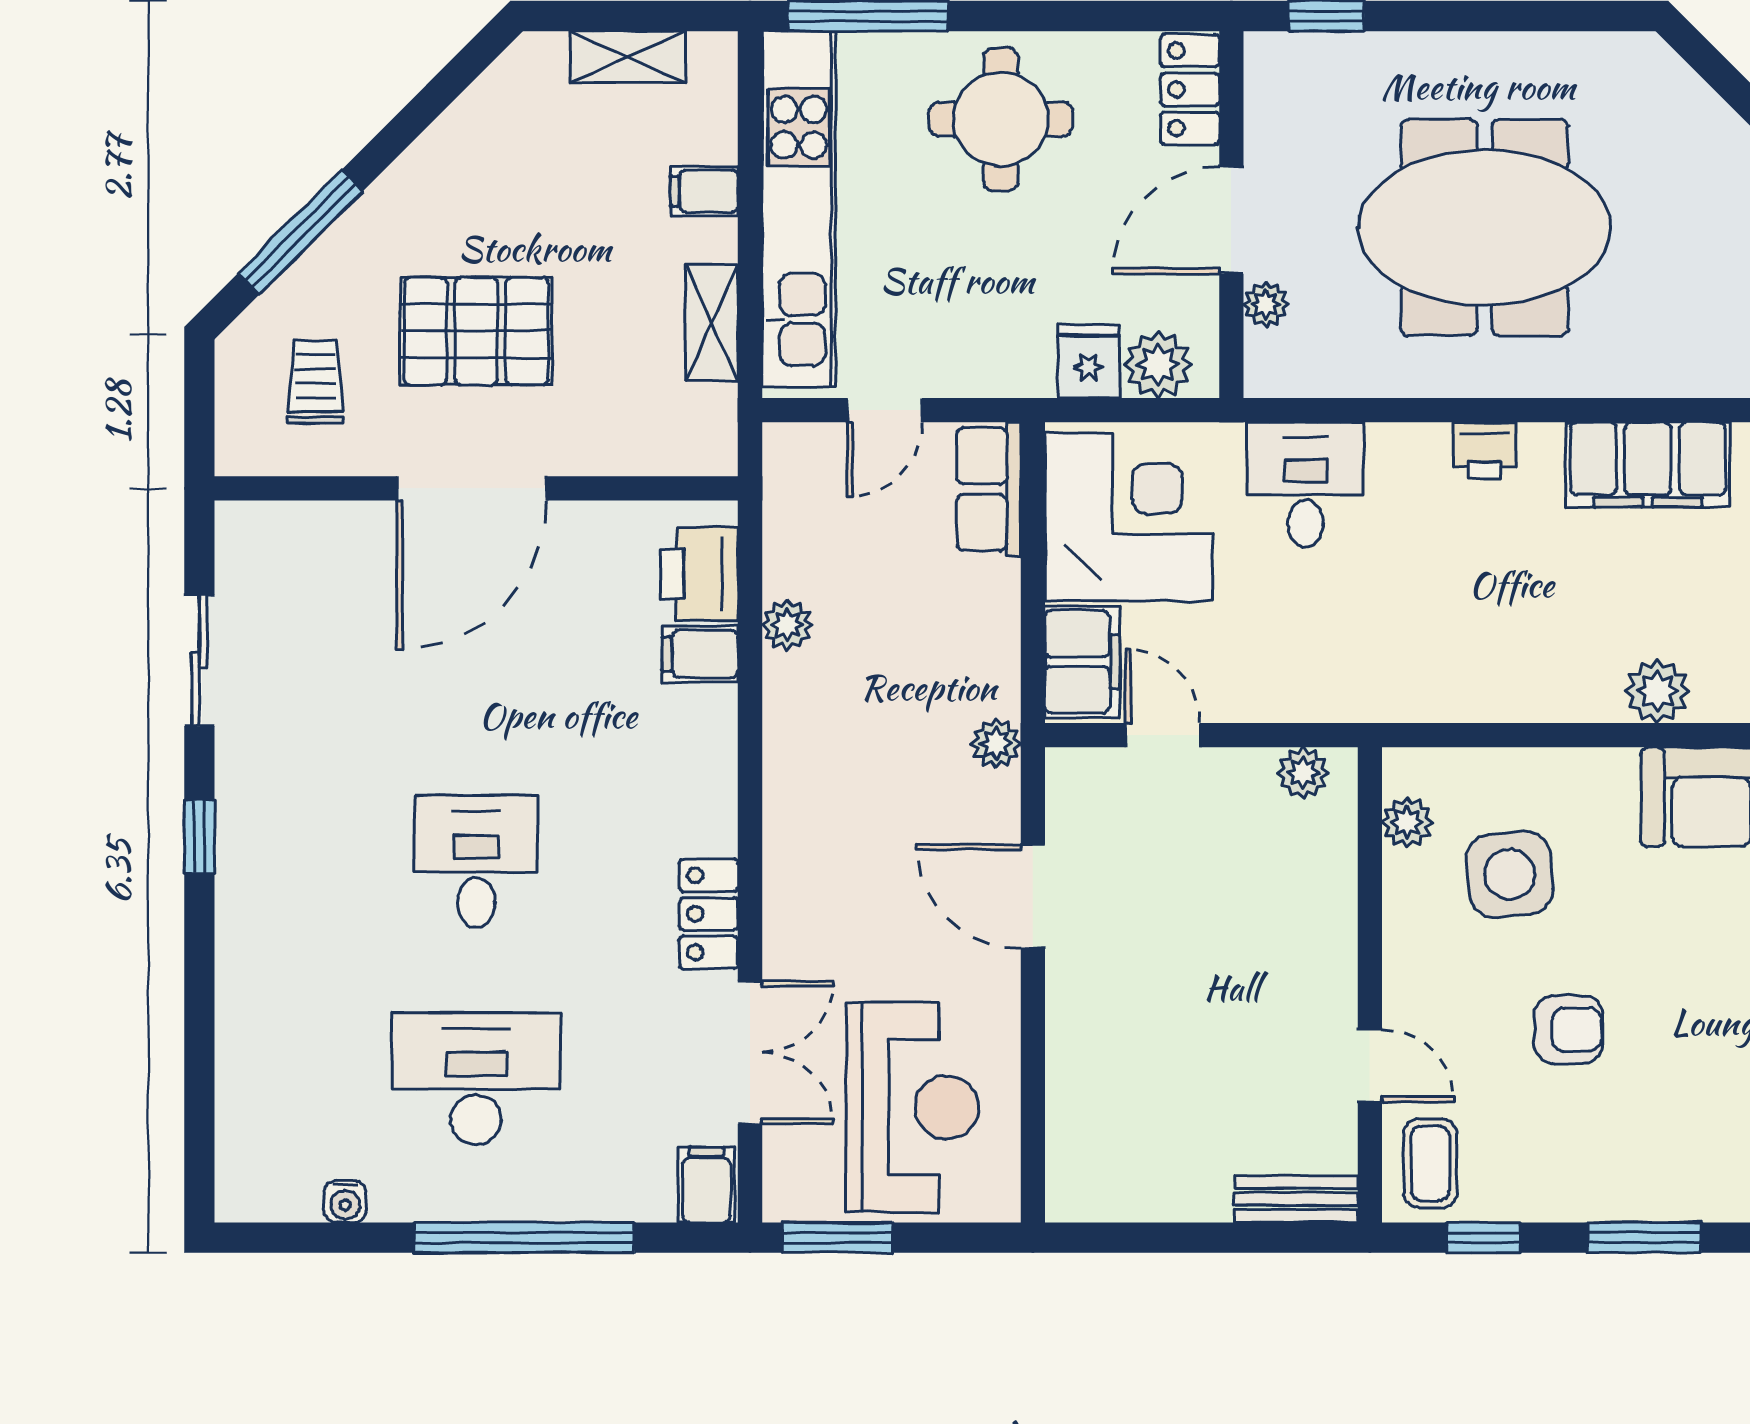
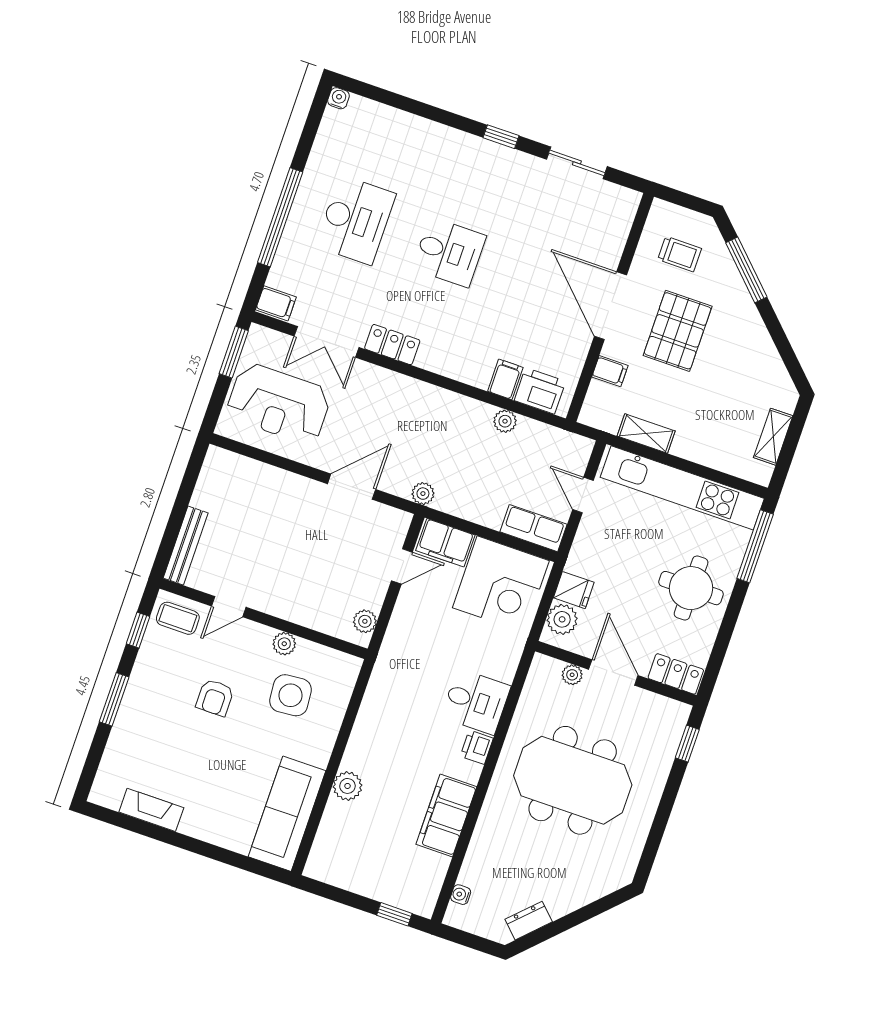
filing cabinet: (704, 191) -> (610, 371), moved, turned 90
meeting table: (1484, 228) -> (573, 780), turned 90
desk: (1305, 485) -> (476, 702), moved
plant: (1407, 823) -> (284, 644), moved
bench: (1296, 1199) -> (186, 546), width x1.36
water cooler: (345, 1201) -> (339, 98), moved, turned 90

